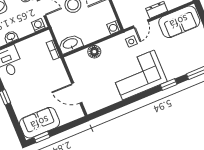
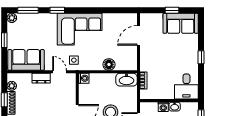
door: (141, 24) -> (60, 72), hinge flipped
washing machine: (38, 25) -> (163, 107), moved
door: (77, 93) -> (138, 35), swing flipped
window: (42, 137) -> (172, 10), moved

